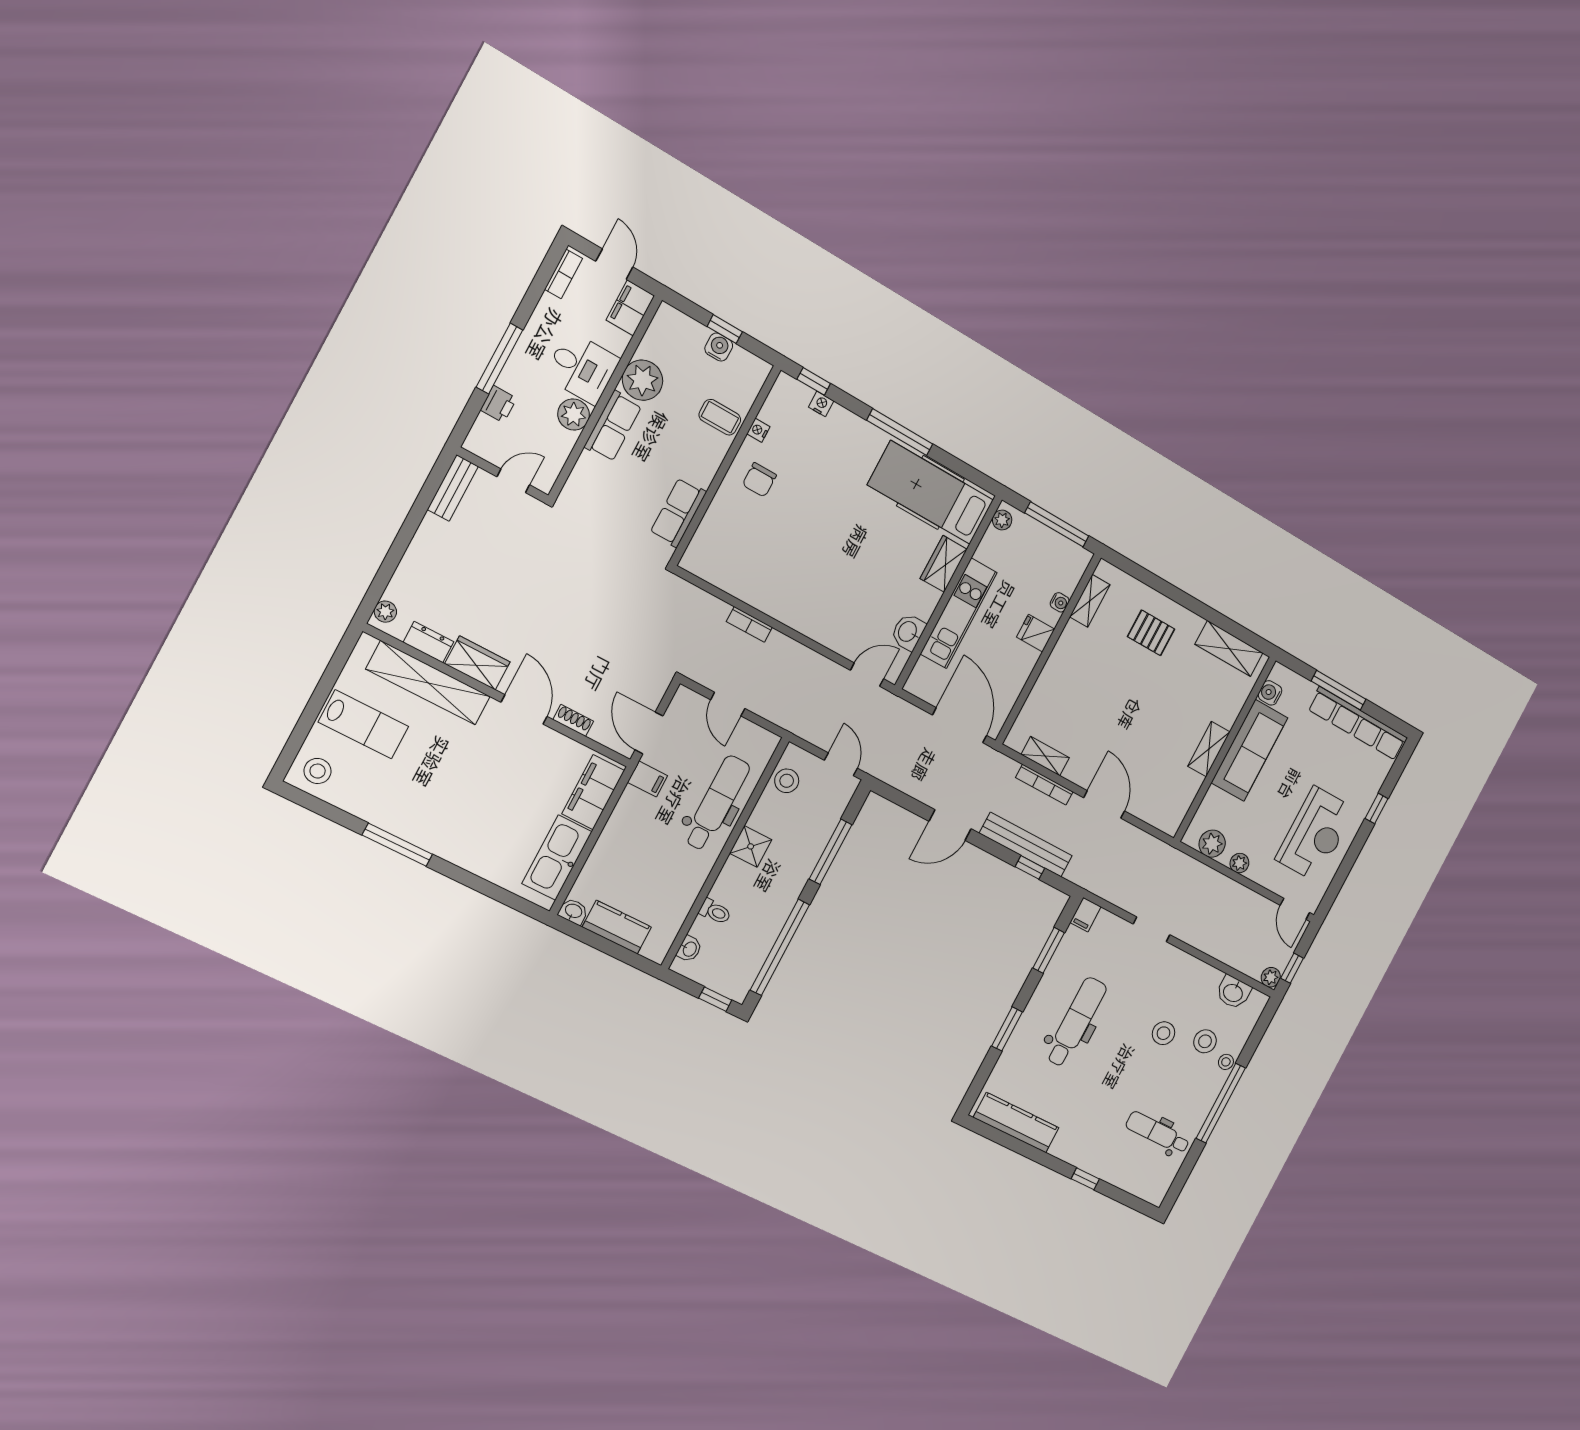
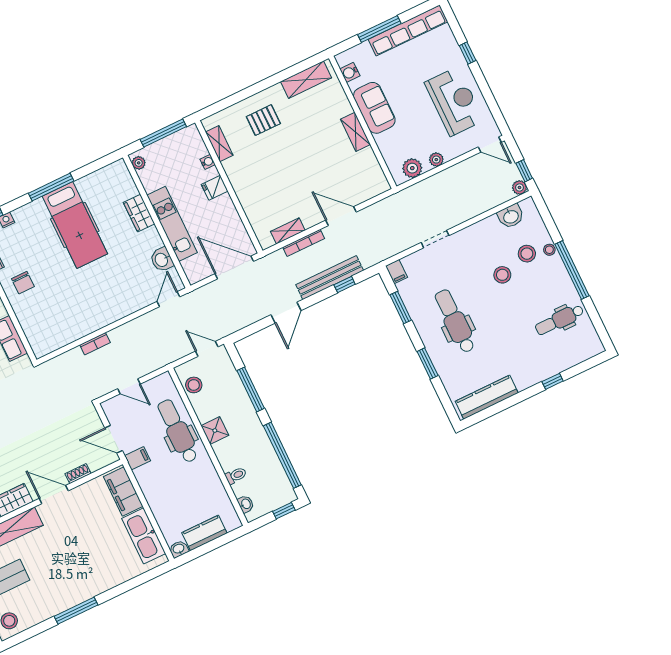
hospital bed: (931, 492) -> (75, 225), moved, turned -90
sofa: (1250, 750) -> (374, 108), width x0.73

